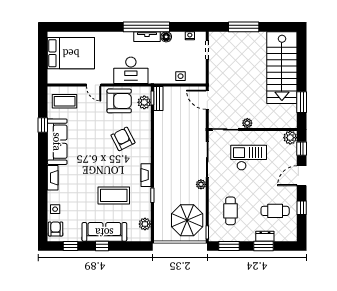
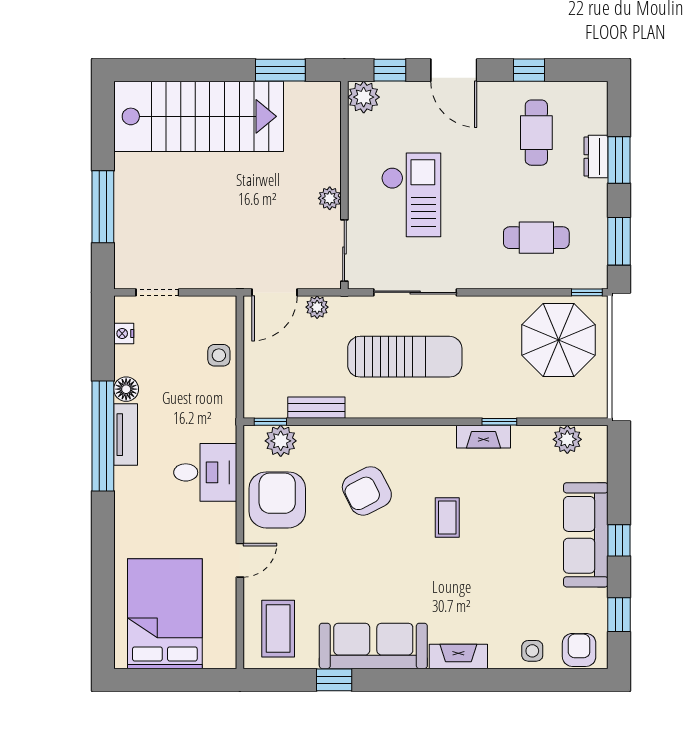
desk: (131, 70) -> (205, 472), width x0.73
bench: (158, 98) -> (316, 408), moved
sun lounger: (180, 155) -> (405, 357), added
checkout: (249, 158) -> (411, 195), turned 180
fireplace: (146, 175) -> (484, 437), moved
plant: (201, 184) -> (317, 307), moved
coffee table: (114, 195) -> (447, 518), moved, width x0.54, depth x0.58
armchair: (56, 229) -> (579, 650), turned 90

